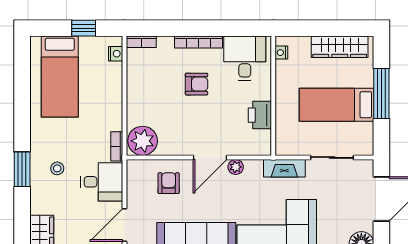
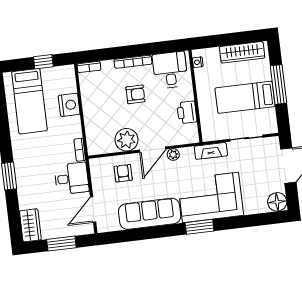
nightstand: (116, 54) -> (69, 105), moved, width x1.89, depth x1.79
plant: (143, 141) -> (127, 140), moved
stool: (57, 168) -> (36, 172), removed

